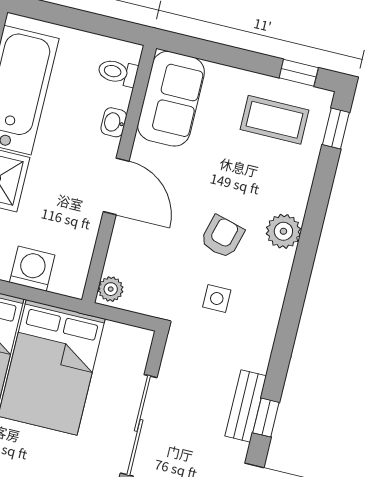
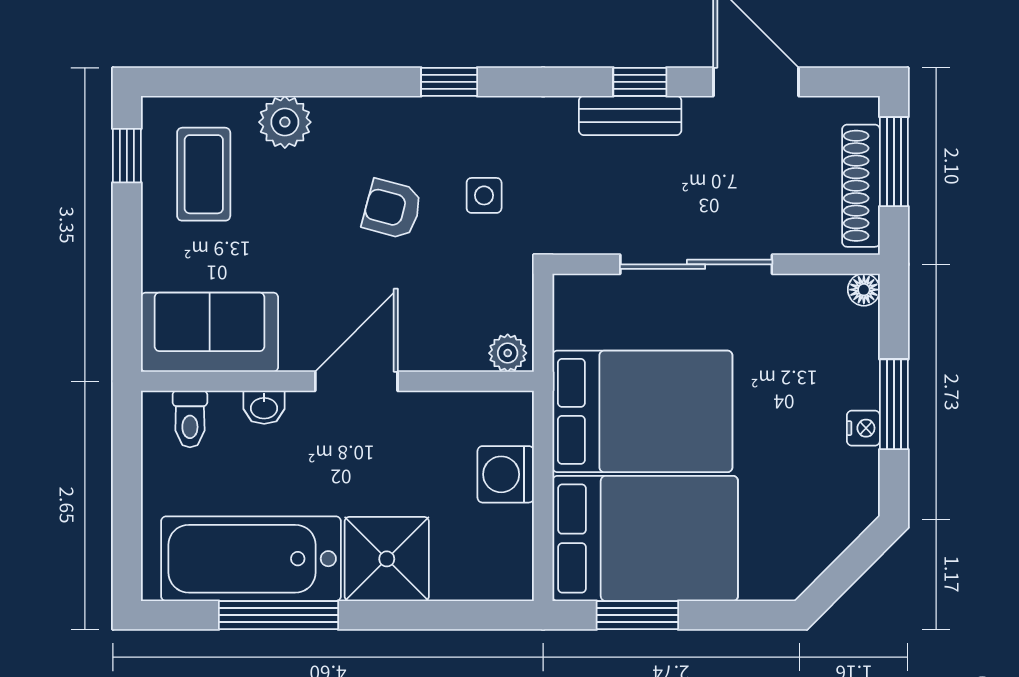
window: (336, 128) -> (449, 82), moved
plant: (283, 231) -> (285, 122), moved

